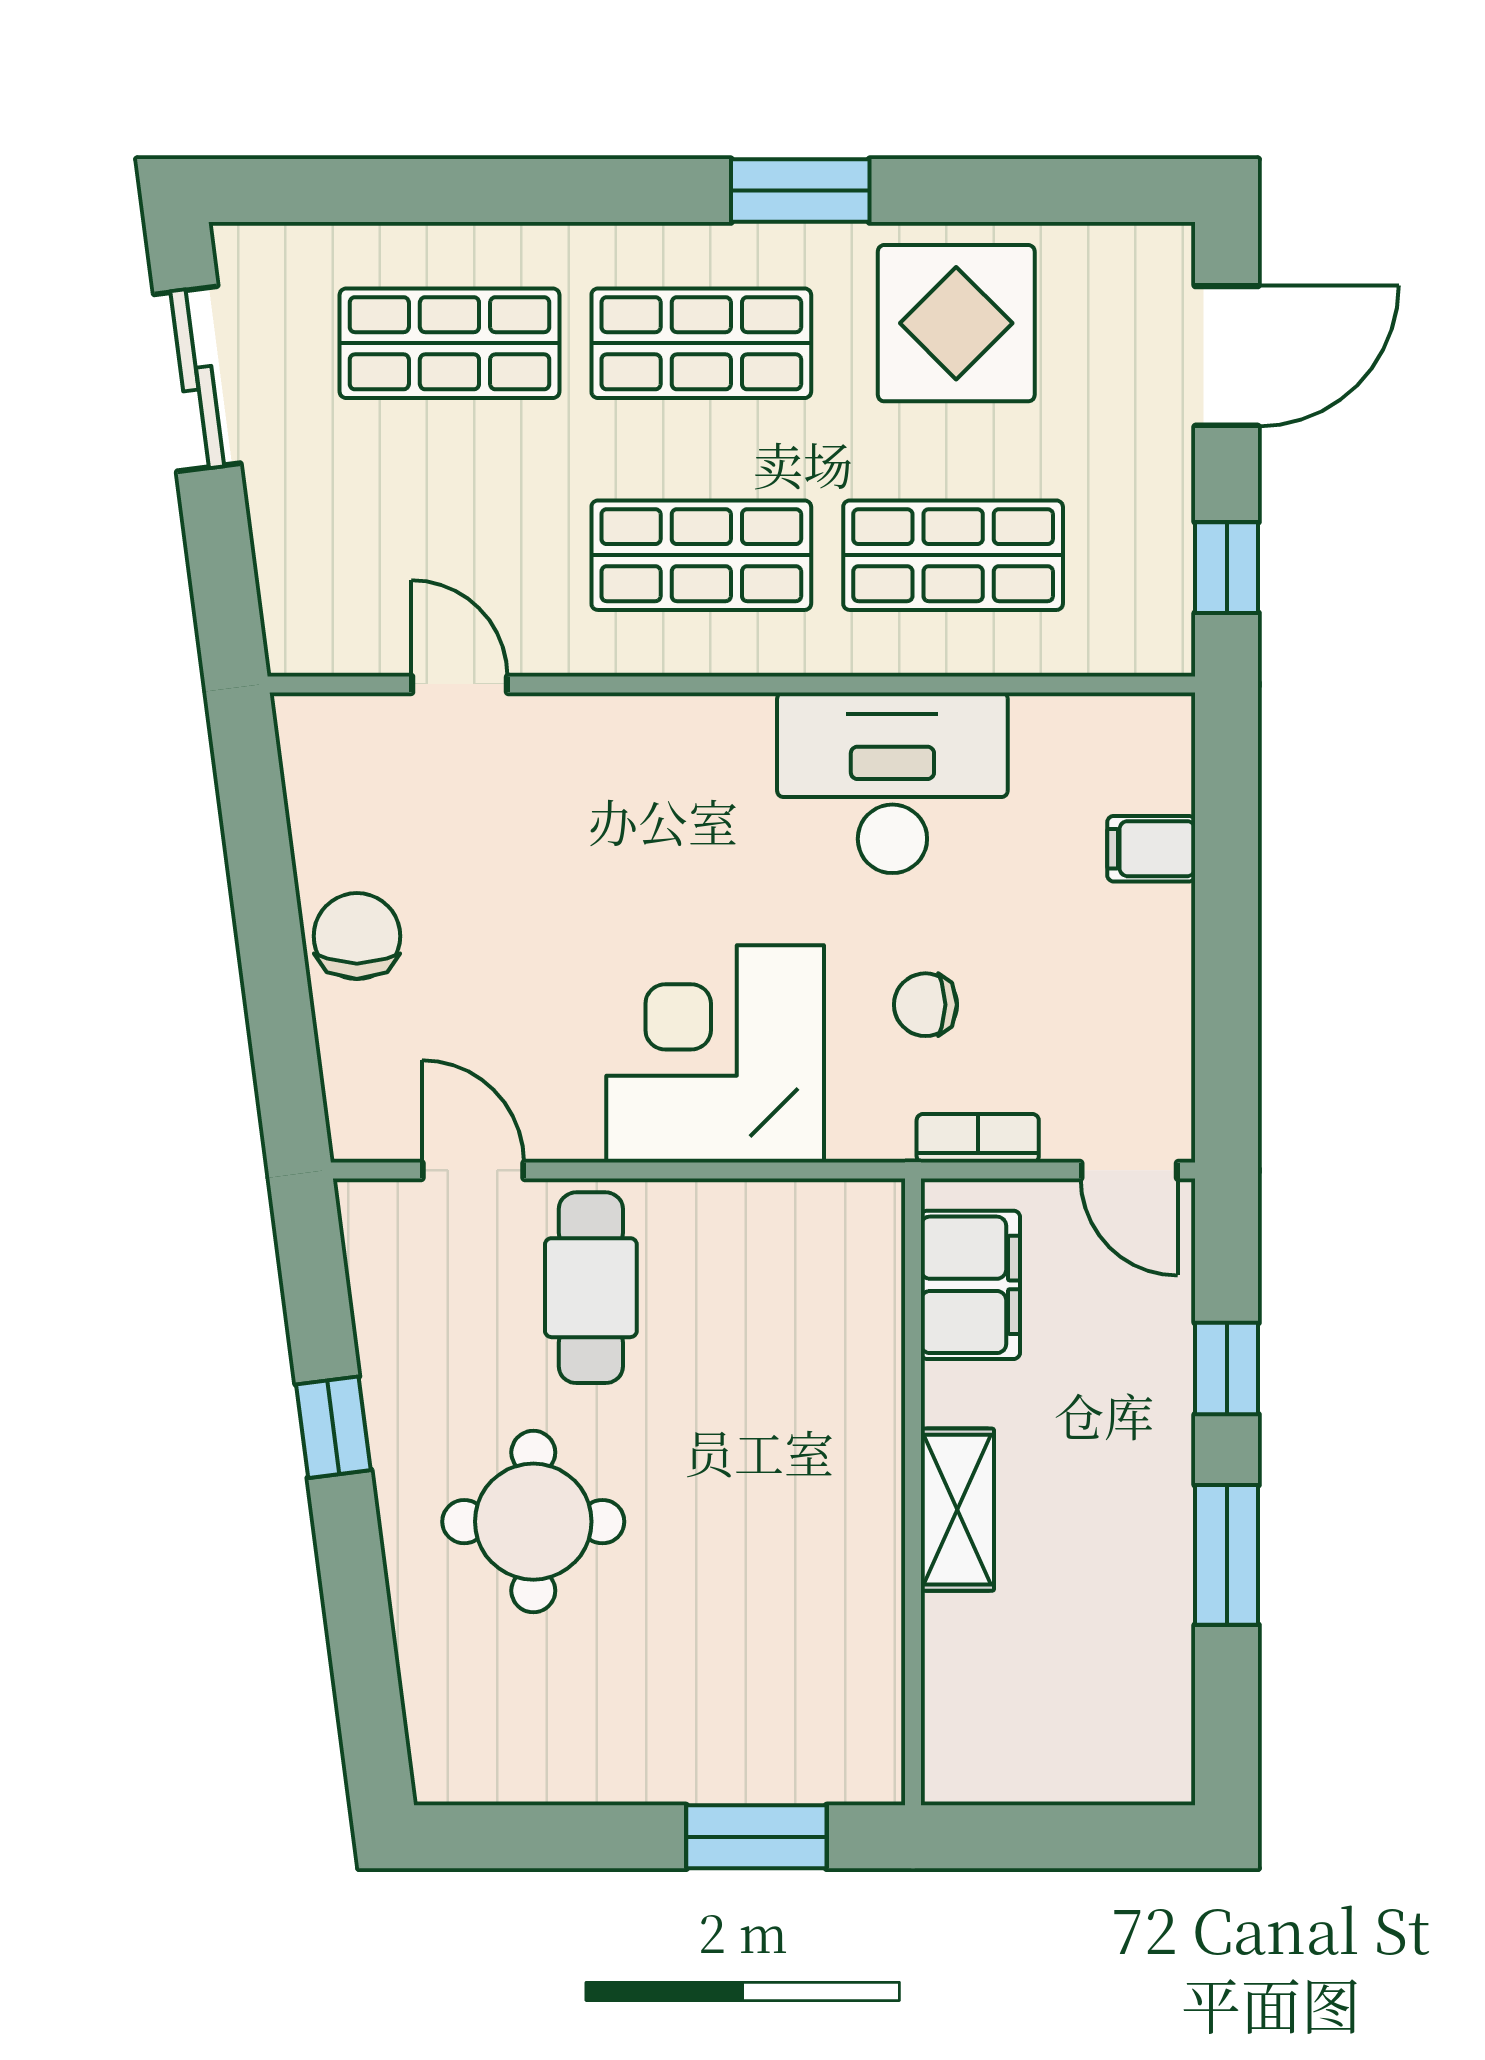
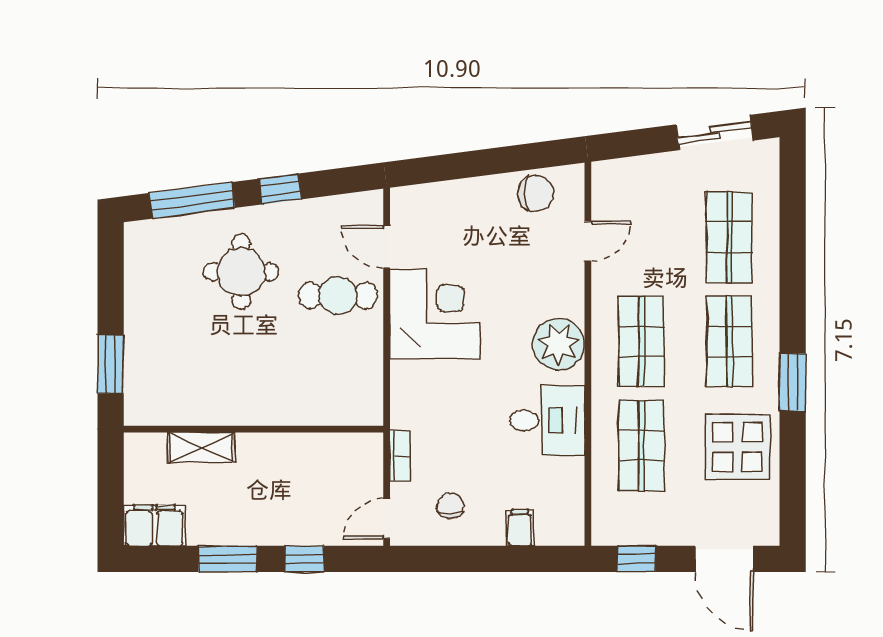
plant: (708, 755) -> (559, 344), added
desk: (892, 783) -> (547, 421), width x0.73
chair: (357, 936) -> (536, 194), moved
chair: (926, 1005) -> (450, 506), moved
corner desk: (715, 1054) -> (435, 314), moved
door: (473, 1170) -> (387, 247), swing flipped
filing cabinet: (970, 1285) -> (154, 525), moved, turned 180
shelving: (957, 1510) -> (201, 447), moved
window: (361, 1640) -> (192, 200), added

